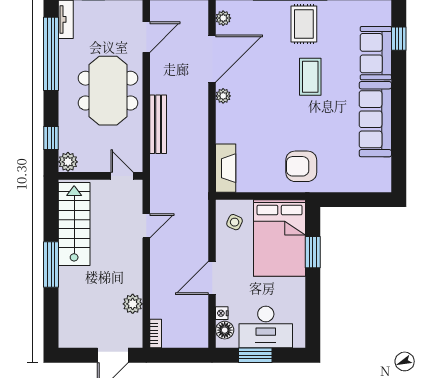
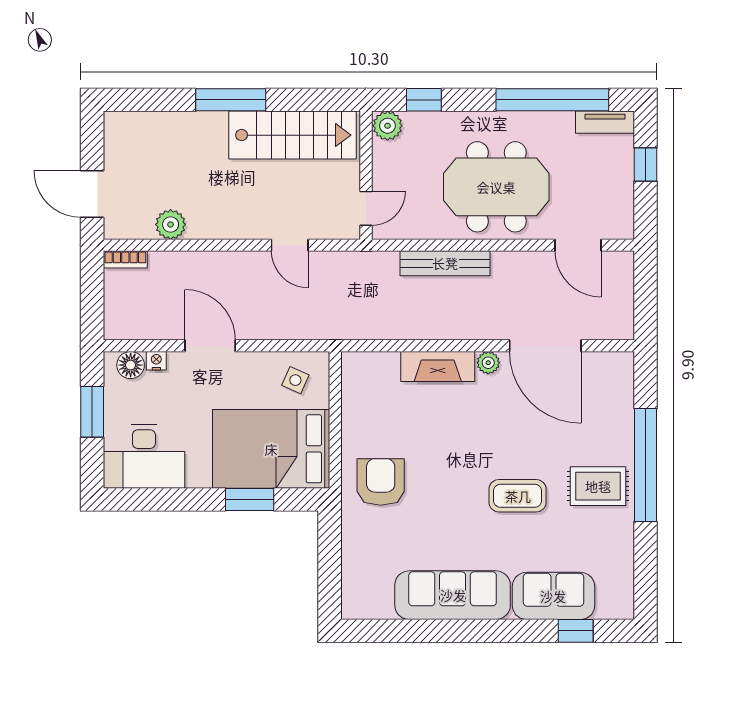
plant: (223, 18) -> (607, 363), removed
fireplace: (226, 168) -> (438, 367), moved
desk: (266, 327) -> (144, 456), moved, turned -90

